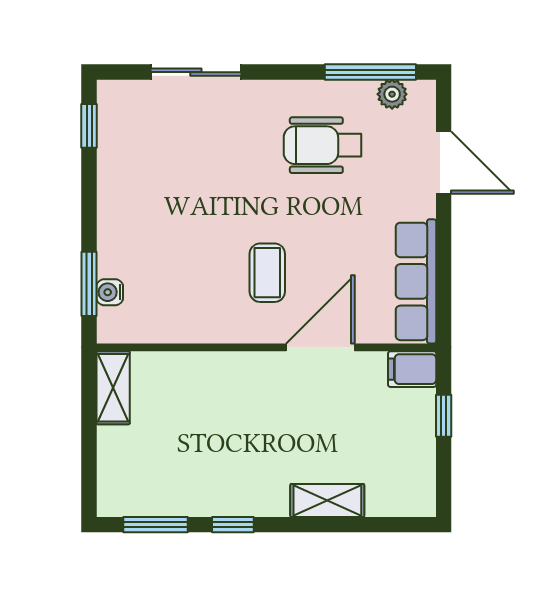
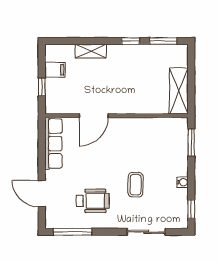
plant: (392, 94) -> (63, 222), removed
coffee table: (267, 273) -> (136, 185), moved
water cooler: (110, 292) -> (182, 182), moved
filing cabinet: (412, 369) -> (55, 70), moved
shelving: (113, 388) -> (179, 91), width x1.50, depth x1.33

